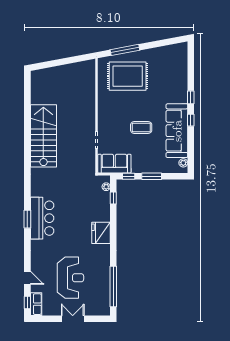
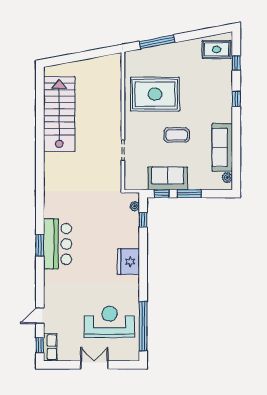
rug: (174, 56) -> (217, 49), added
rug: (128, 76) -> (155, 94), moved
window: (191, 120) -> (236, 63), moved
sofa: (177, 131) -> (222, 147), width x0.74, depth x0.79
stairs: (43, 136) -> (59, 114), moved
sofa: (114, 164) -> (168, 178), moved
door: (27, 278) -> (40, 316), swing flipped
reception desk: (70, 278) -> (110, 322), moved, turned -90

